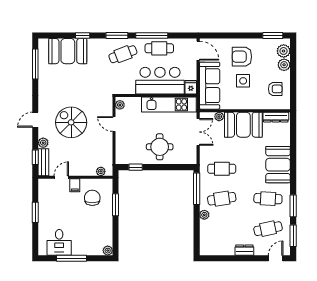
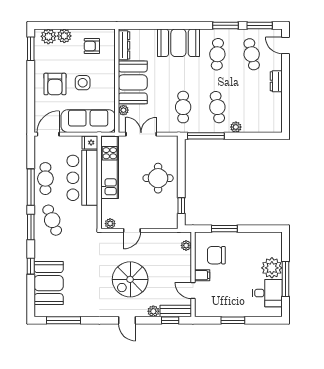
armchair: (275, 89) -> (92, 46), turned -90
plant: (108, 251) -> (272, 268), moved, width x1.87, depth x1.87

